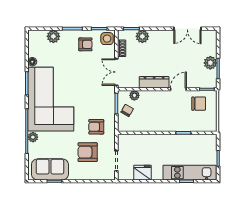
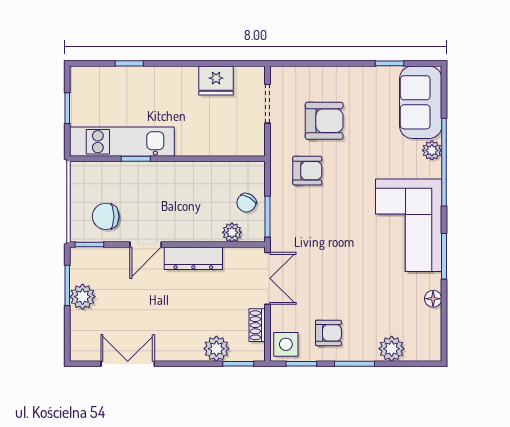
armchair: (85, 44) -> (328, 333), turned 180
corner sofa: (51, 99) -> (409, 225), width x0.73, depth x0.74
sofa: (50, 169) -> (421, 102), moved, turned 90
kitchen unit: (190, 173) -> (122, 142), moved, turned 180

